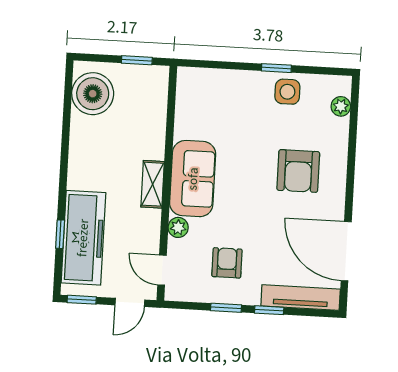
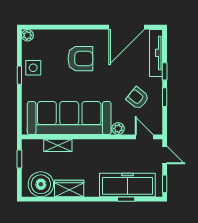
plant: (341, 106) -> (27, 35), moved
wardrobe: (83, 140) -> (69, 188), added
sofa: (193, 179) -> (69, 118), width x1.85, depth x1.27
shelving: (153, 184) -> (58, 145), moved
armchair: (227, 263) -> (138, 98), turned 39
door: (162, 270) -> (144, 137), swing flipped

